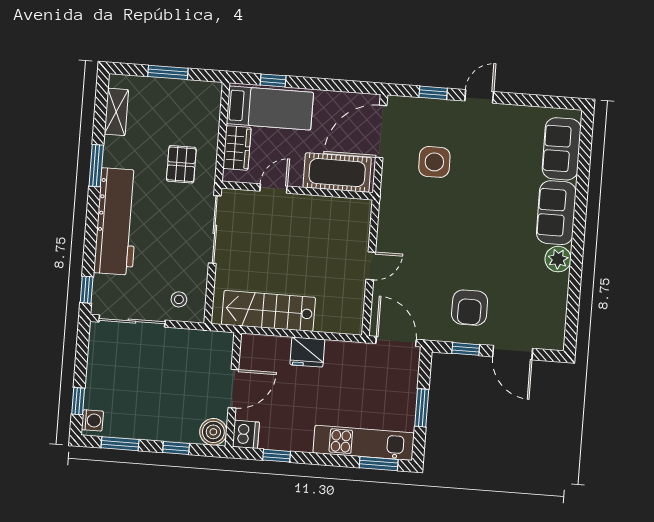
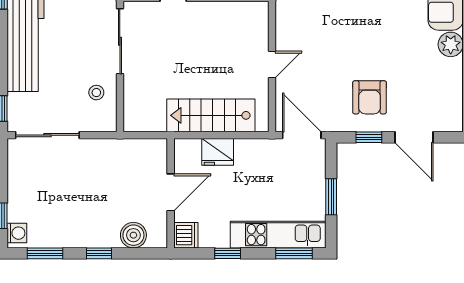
stool: (179, 299) -> (96, 93), moved
stairs: (268, 311) -> (211, 115), moved
door: (233, 389) -> (171, 192), moved
wall: (233, 390) -> (171, 193), moved
dishwasher: (246, 434) -> (186, 235), moved
window: (277, 456) -> (228, 253), moved

